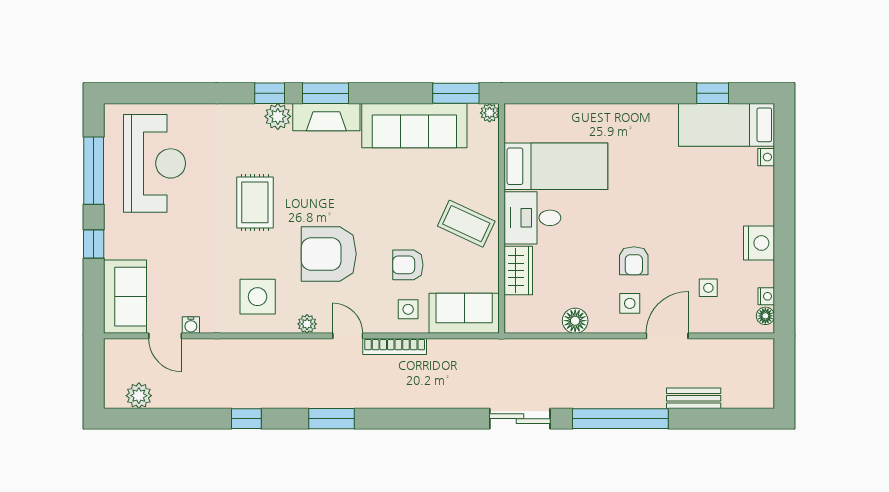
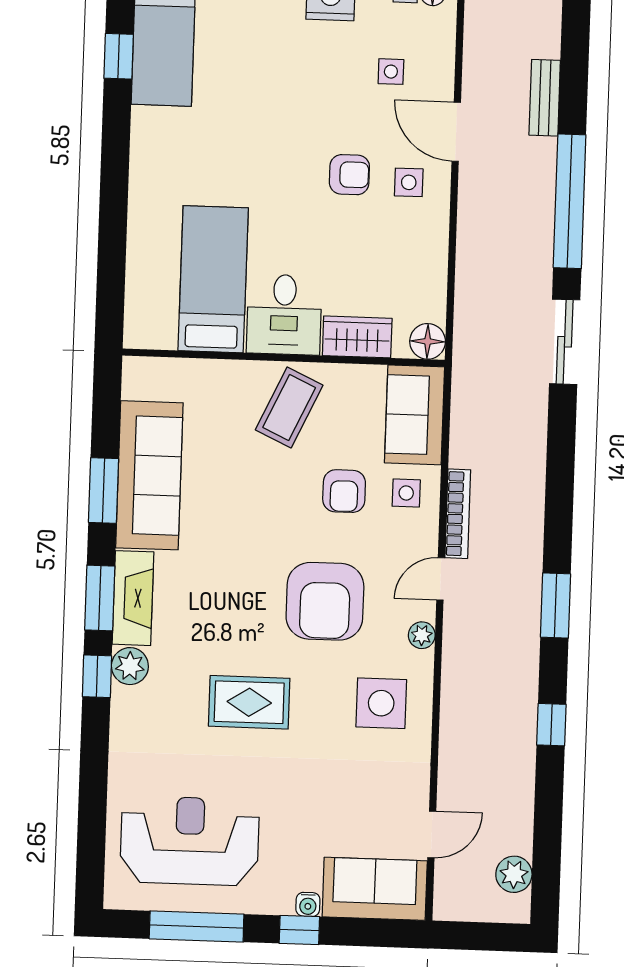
window: (456, 93) -> (103, 490), moved
plant: (490, 113) -> (135, 369), removed
floor lamp: (575, 321) -> (428, 341), moved
water cooler: (191, 325) -> (308, 904), moved, turned 90

